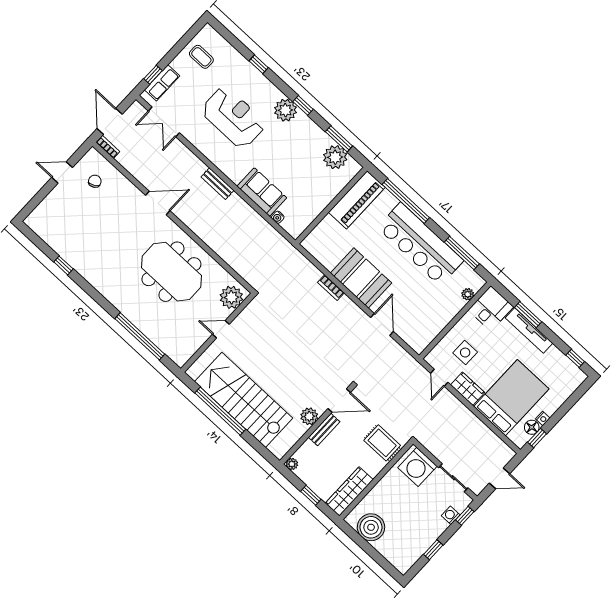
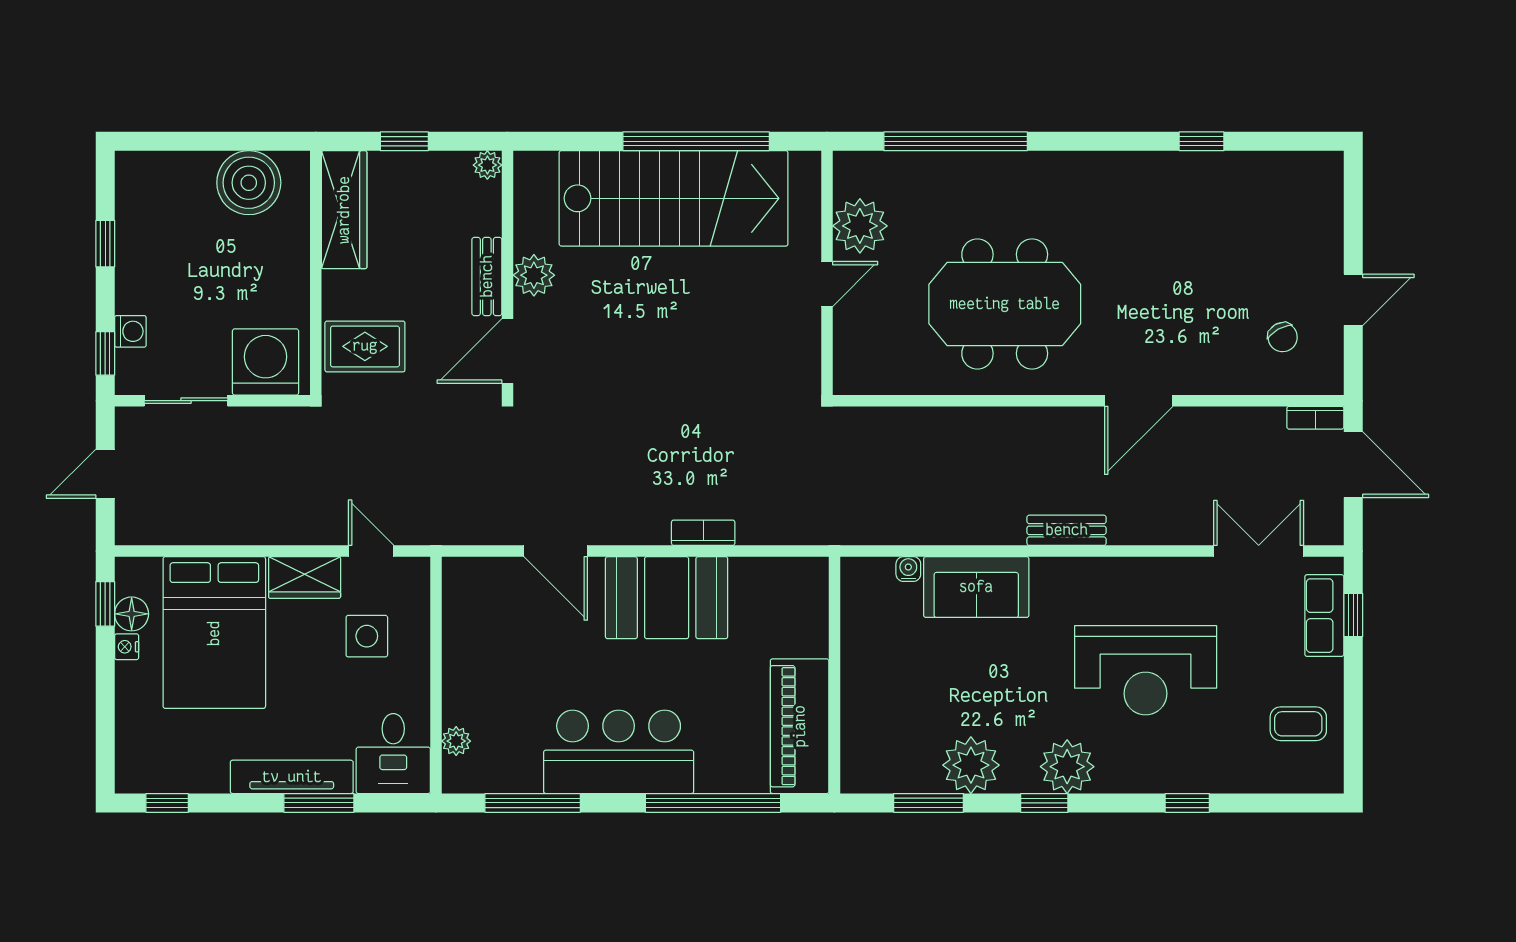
plant: (335, 157) -> (971, 765), moved
bar counter: (420, 244) -> (619, 752), width x0.73
plant: (231, 297) -> (860, 226), moved

